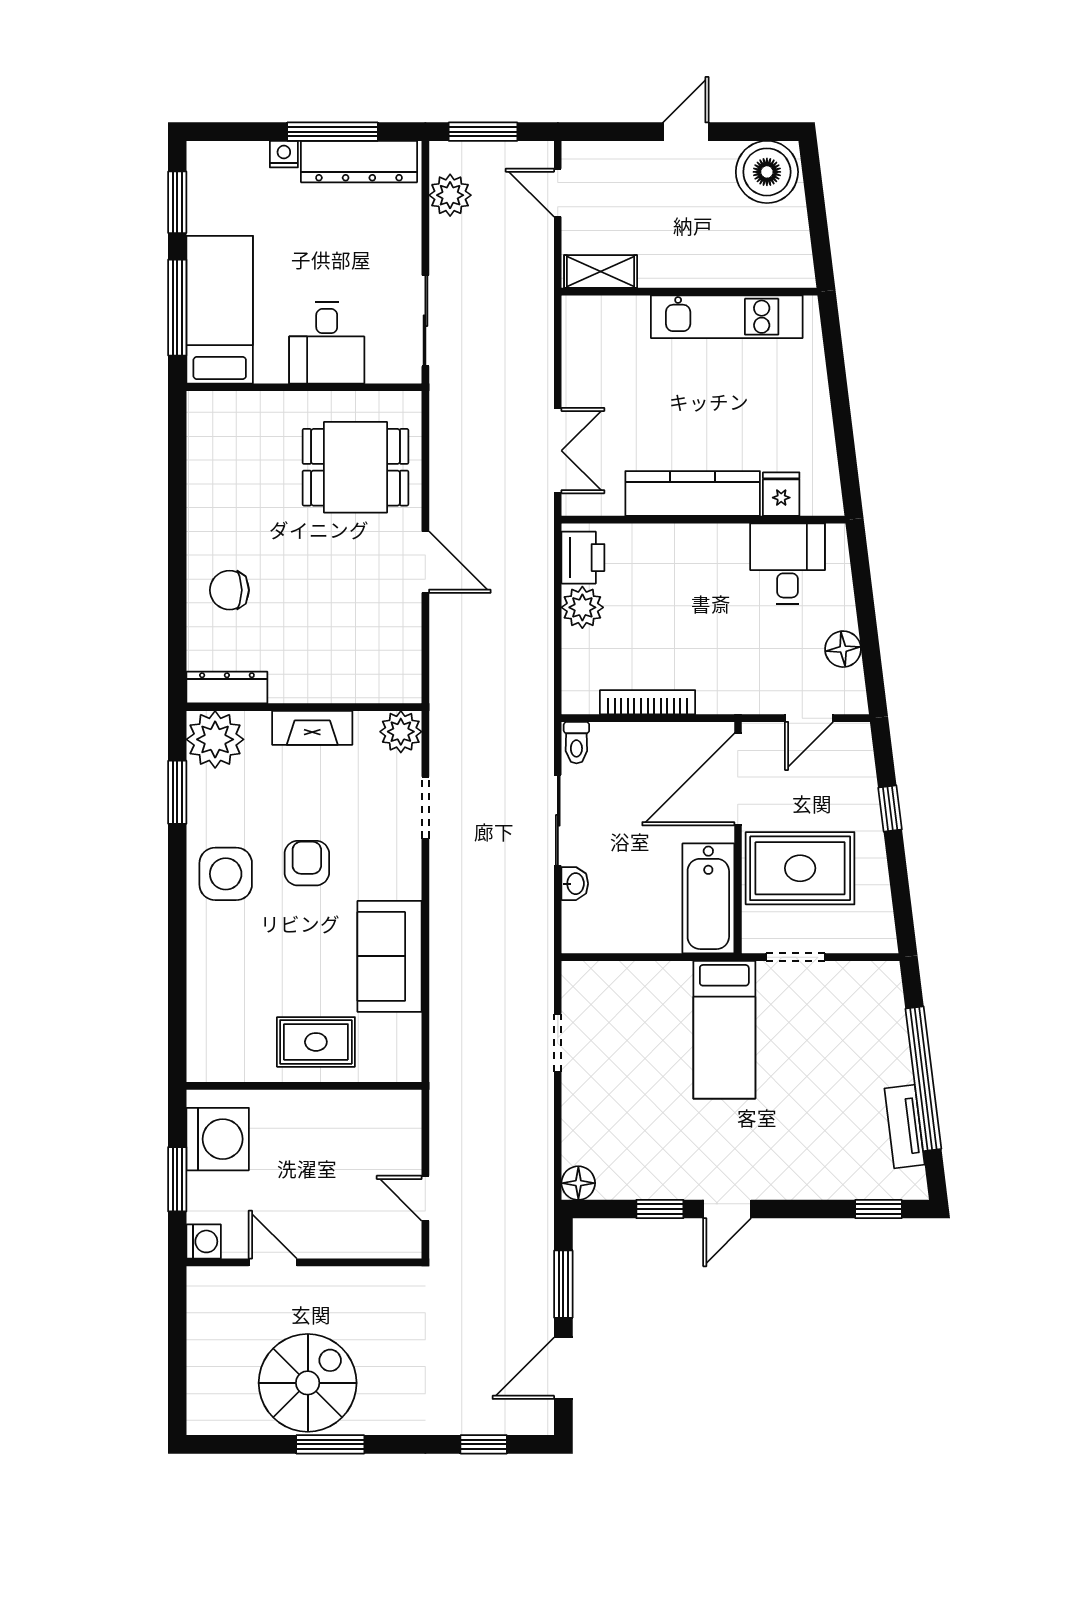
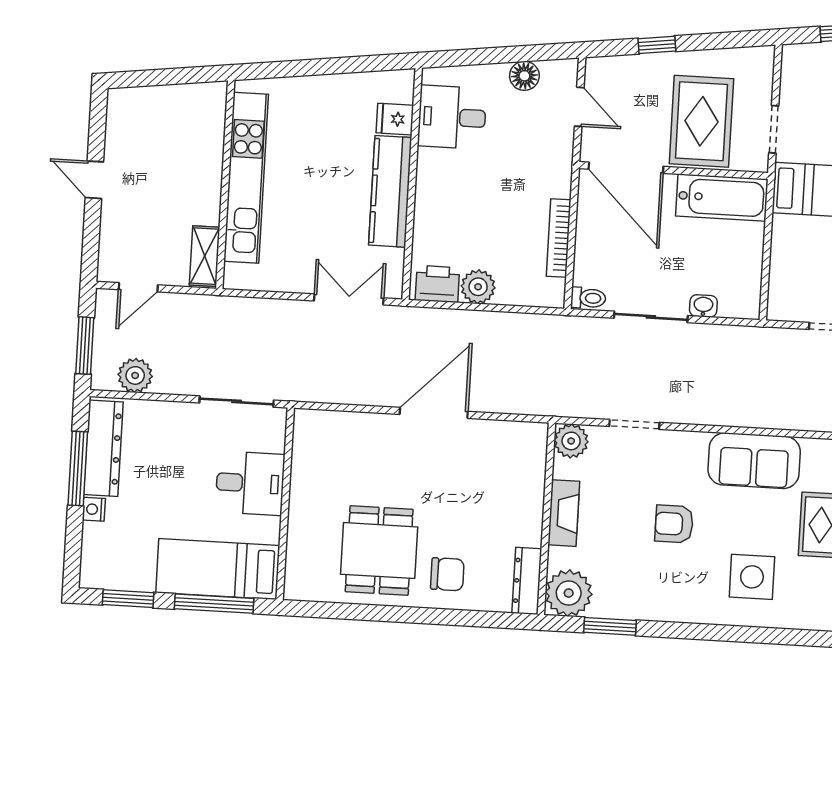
boiler: (767, 172) -> (131, 116), removed
kitchen unit: (727, 317) -> (246, 178), width x1.36
dining table: (355, 467) -> (379, 551), moved
door: (425, 562) -> (434, 413), width x1.36
chair: (229, 590) -> (447, 574), turned -90
side table: (226, 874) -> (752, 577), moved

